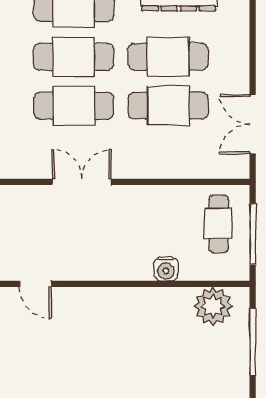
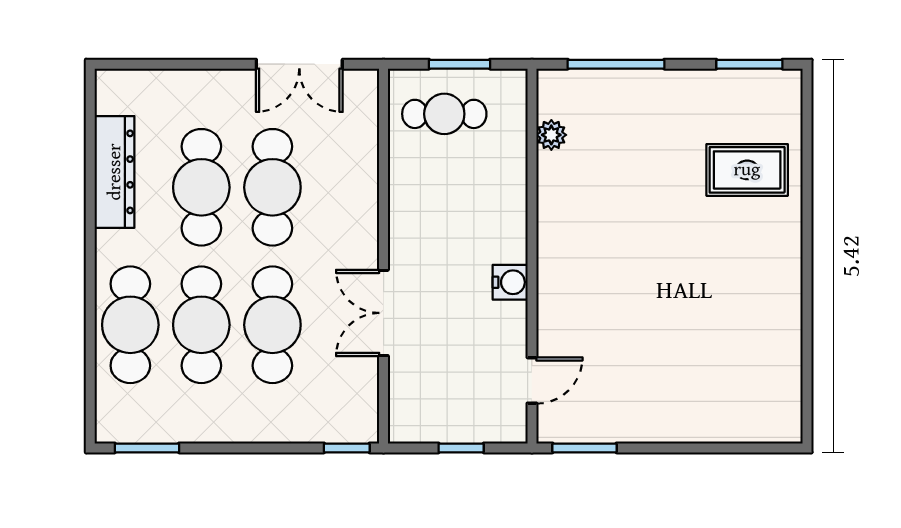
window: (253, 234) -> (460, 64), width x0.69
water cooler: (166, 269) -> (510, 282), moved
plant: (213, 306) -> (551, 135), width x0.53, depth x0.53

